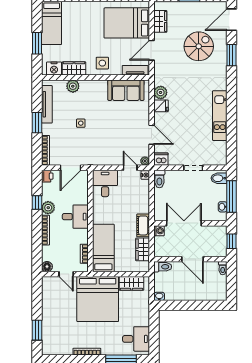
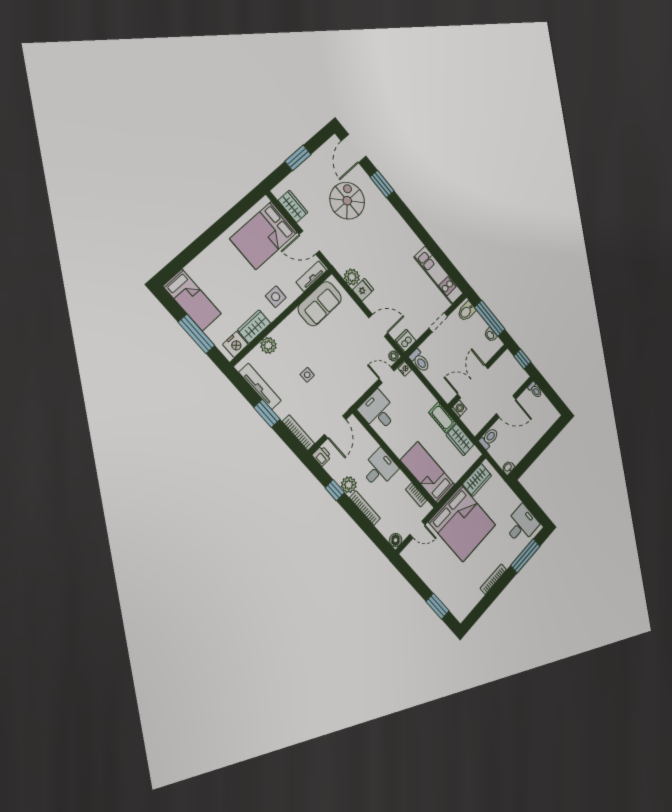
window: (37, 43) -> (196, 334), width x1.44
door: (152, 50) -> (309, 243), hinge flipped
kitchen unit: (220, 116) -> (439, 275), moved

